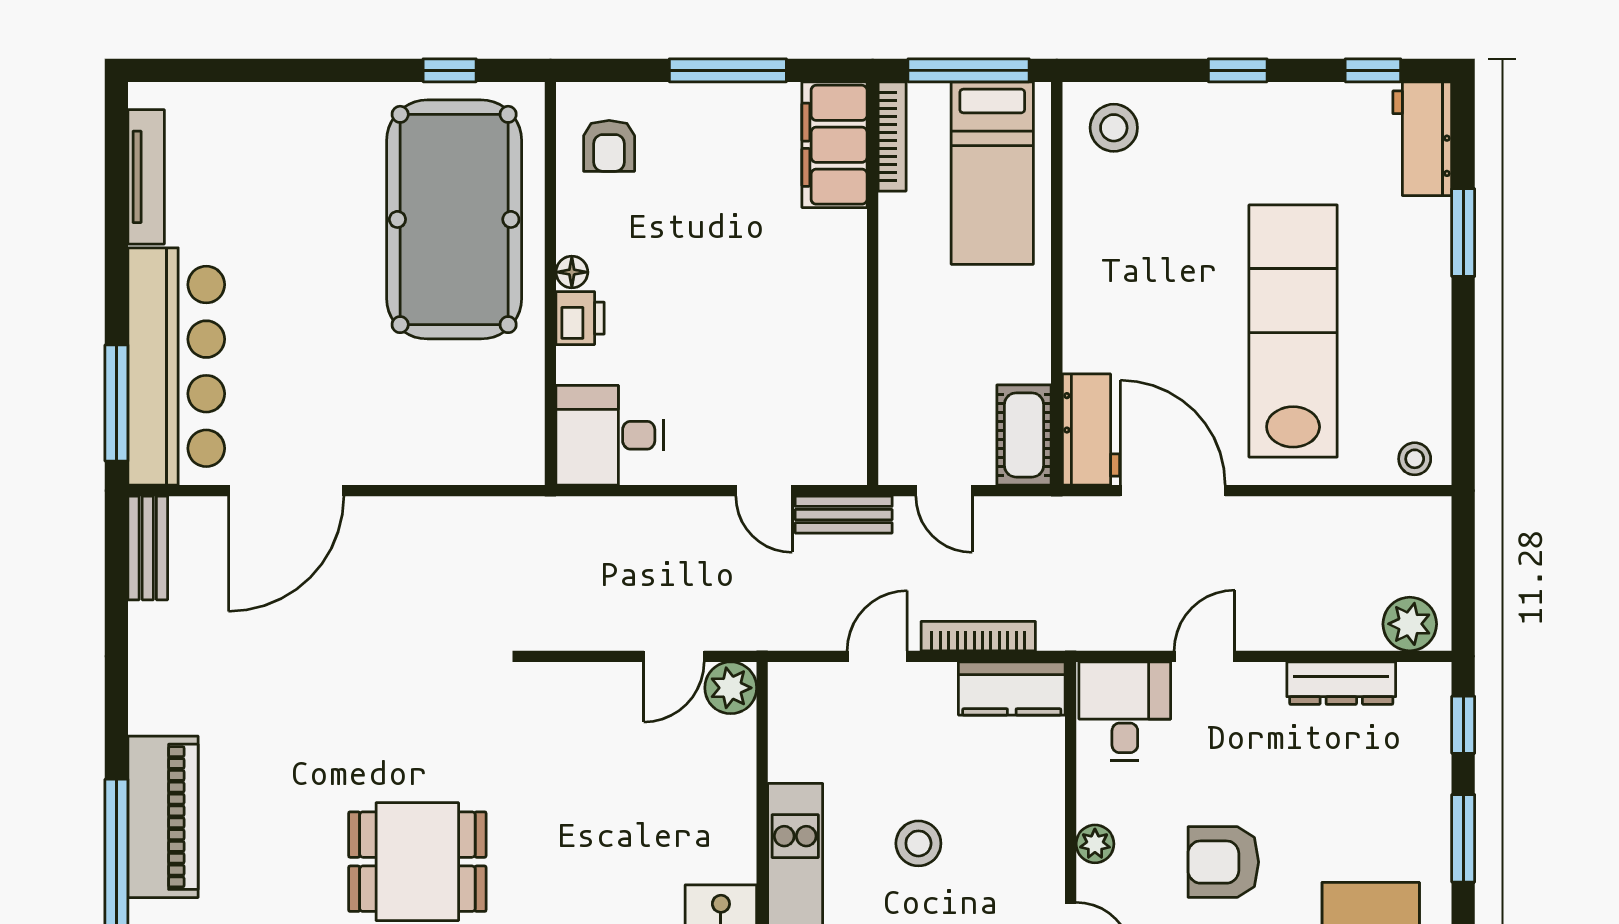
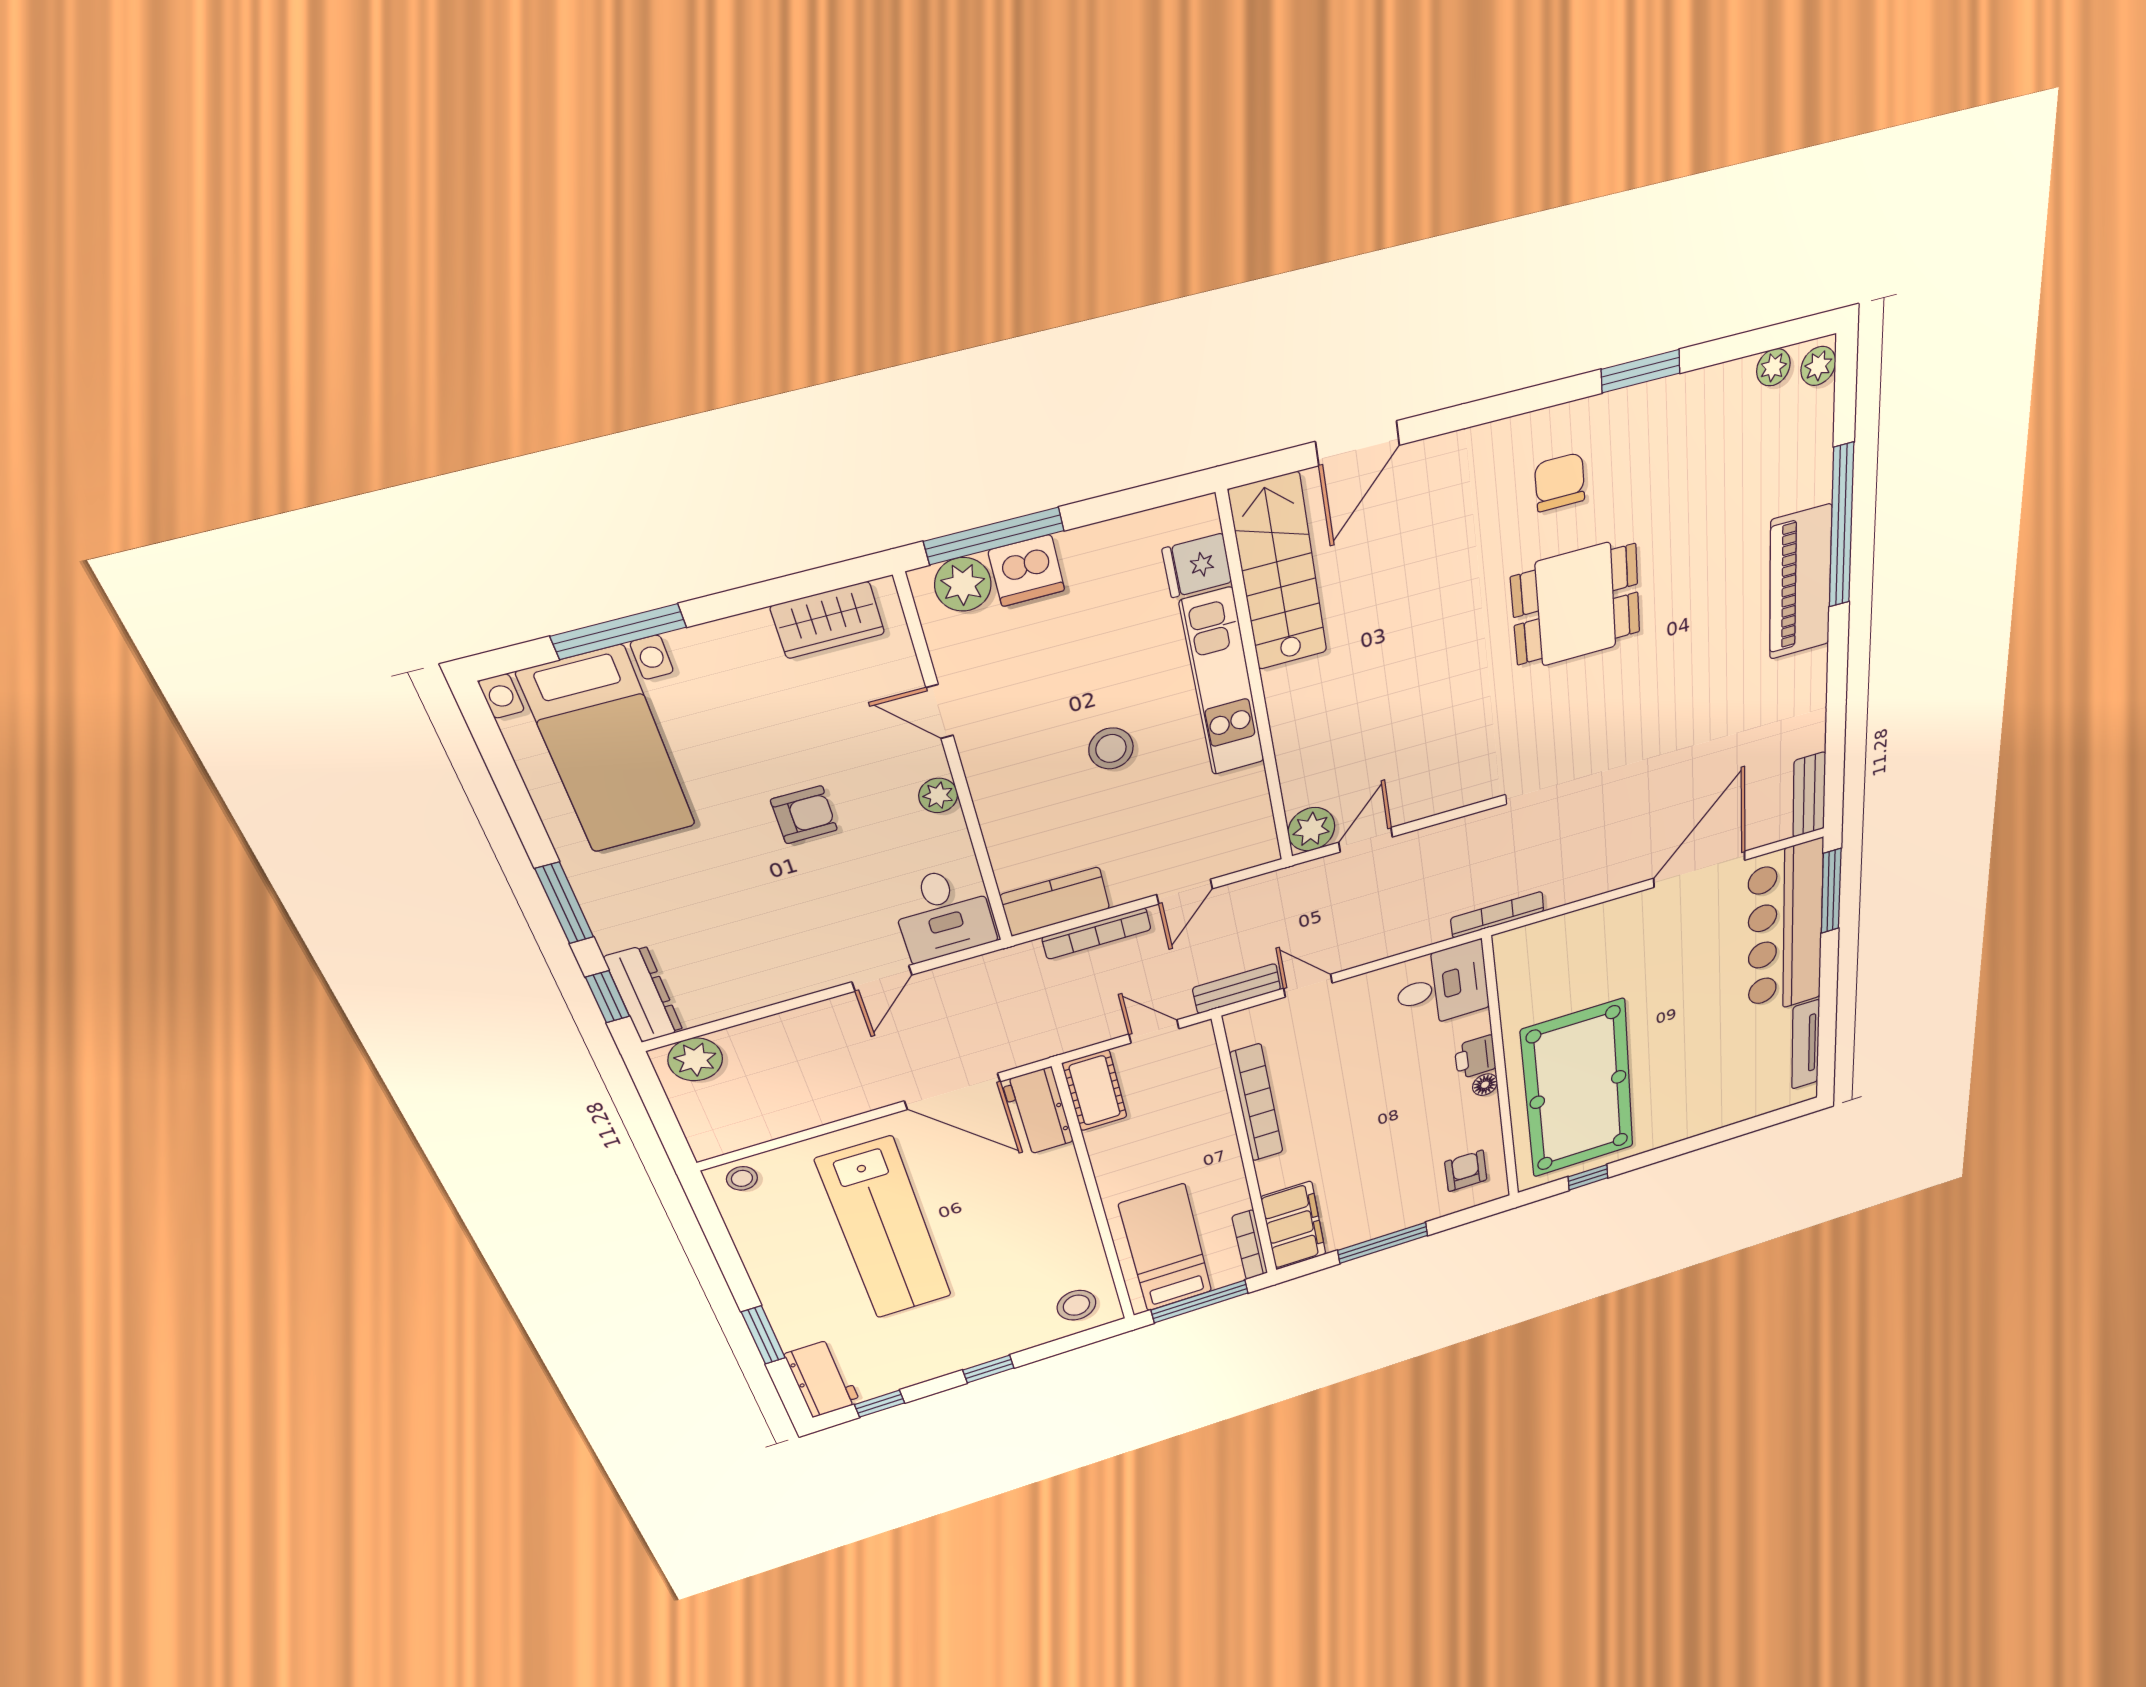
bookcase: (848, 349) -> (1257, 1103), added
bookcase: (535, 510) -> (1497, 915), added
dresser: (1341, 683) -> (644, 994), moved, turned 90
armchair: (1223, 862) -> (804, 815), width x0.72, depth x0.72

